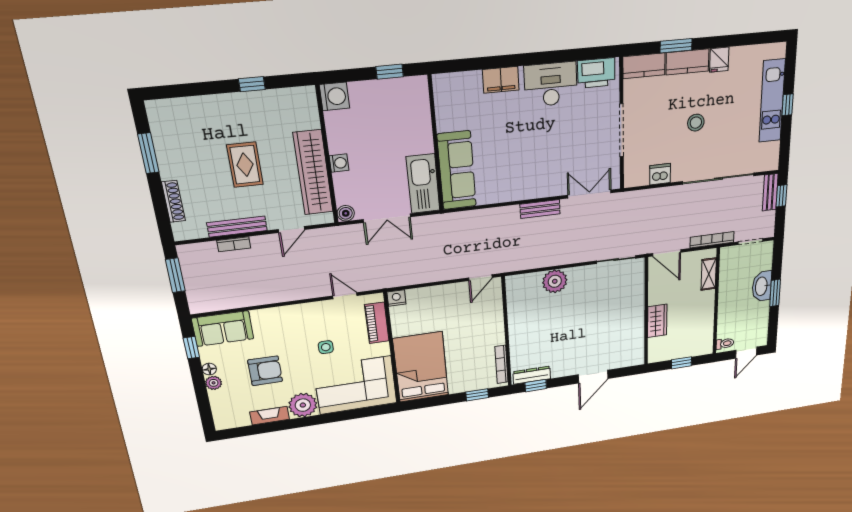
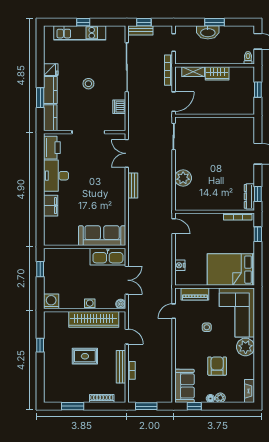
nightstand: (396, 298) -> (180, 265), moved
wardrobe: (657, 321) -> (217, 73), moved, turned 180
fireplace: (270, 416) -> (249, 391), moved

